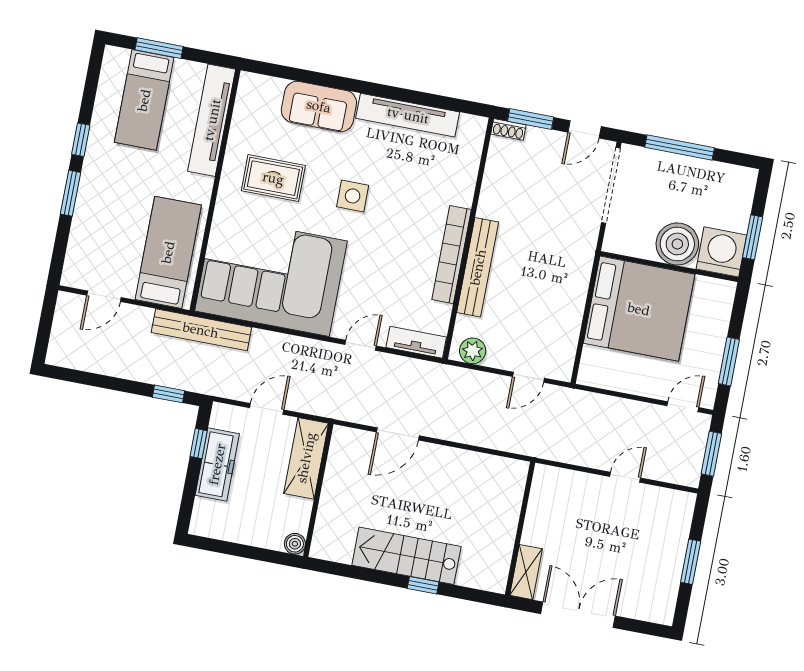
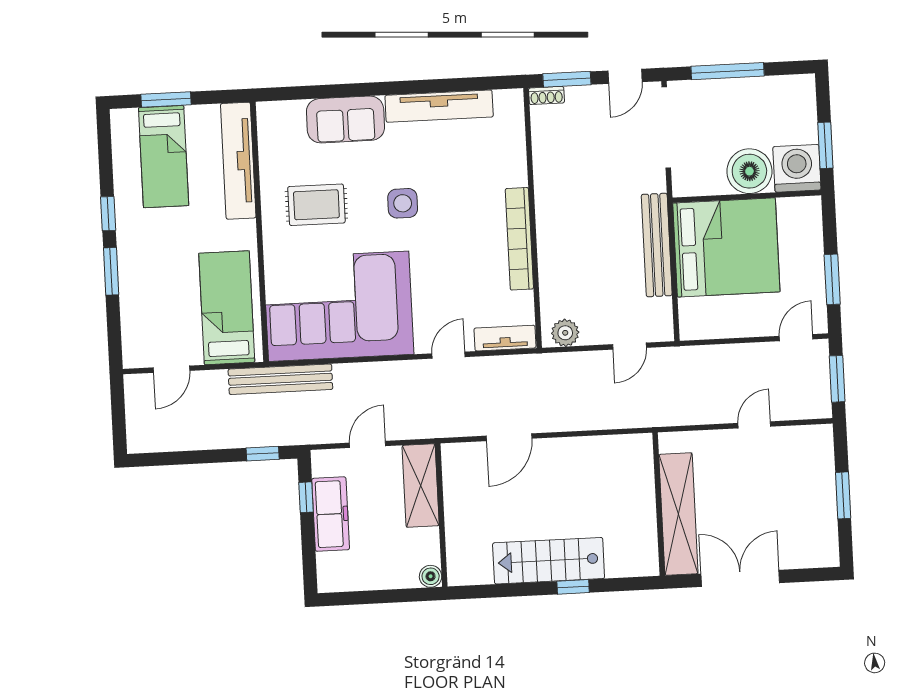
bench: (478, 267) -> (657, 245), moved
shelving: (526, 572) -> (678, 514), width x2.20, depth x1.33

